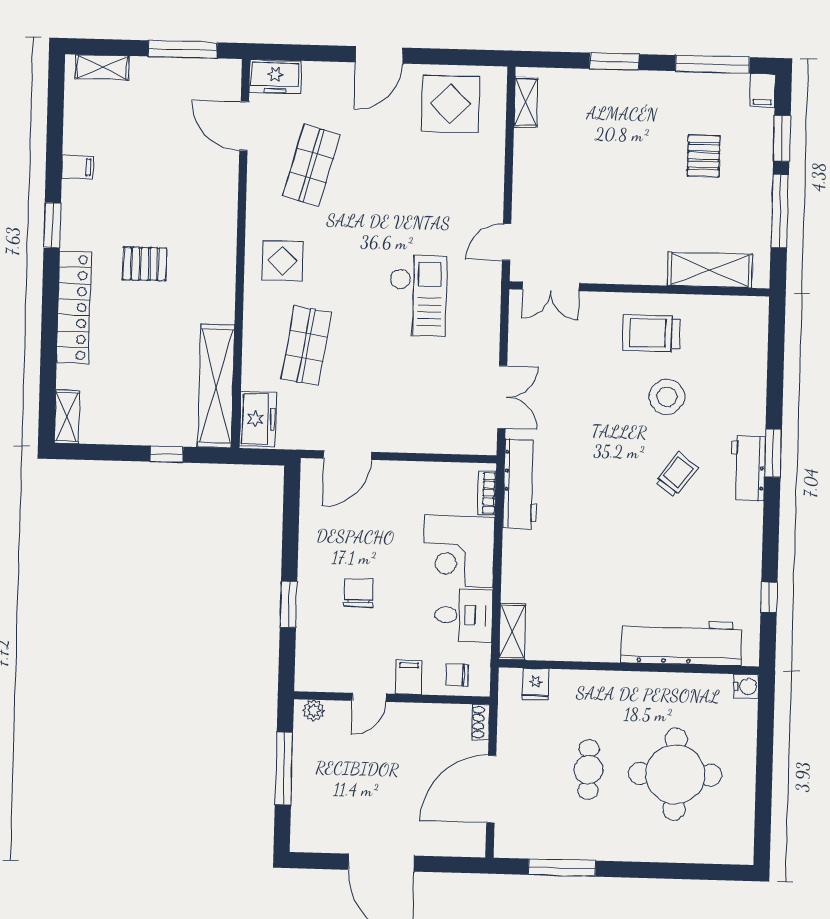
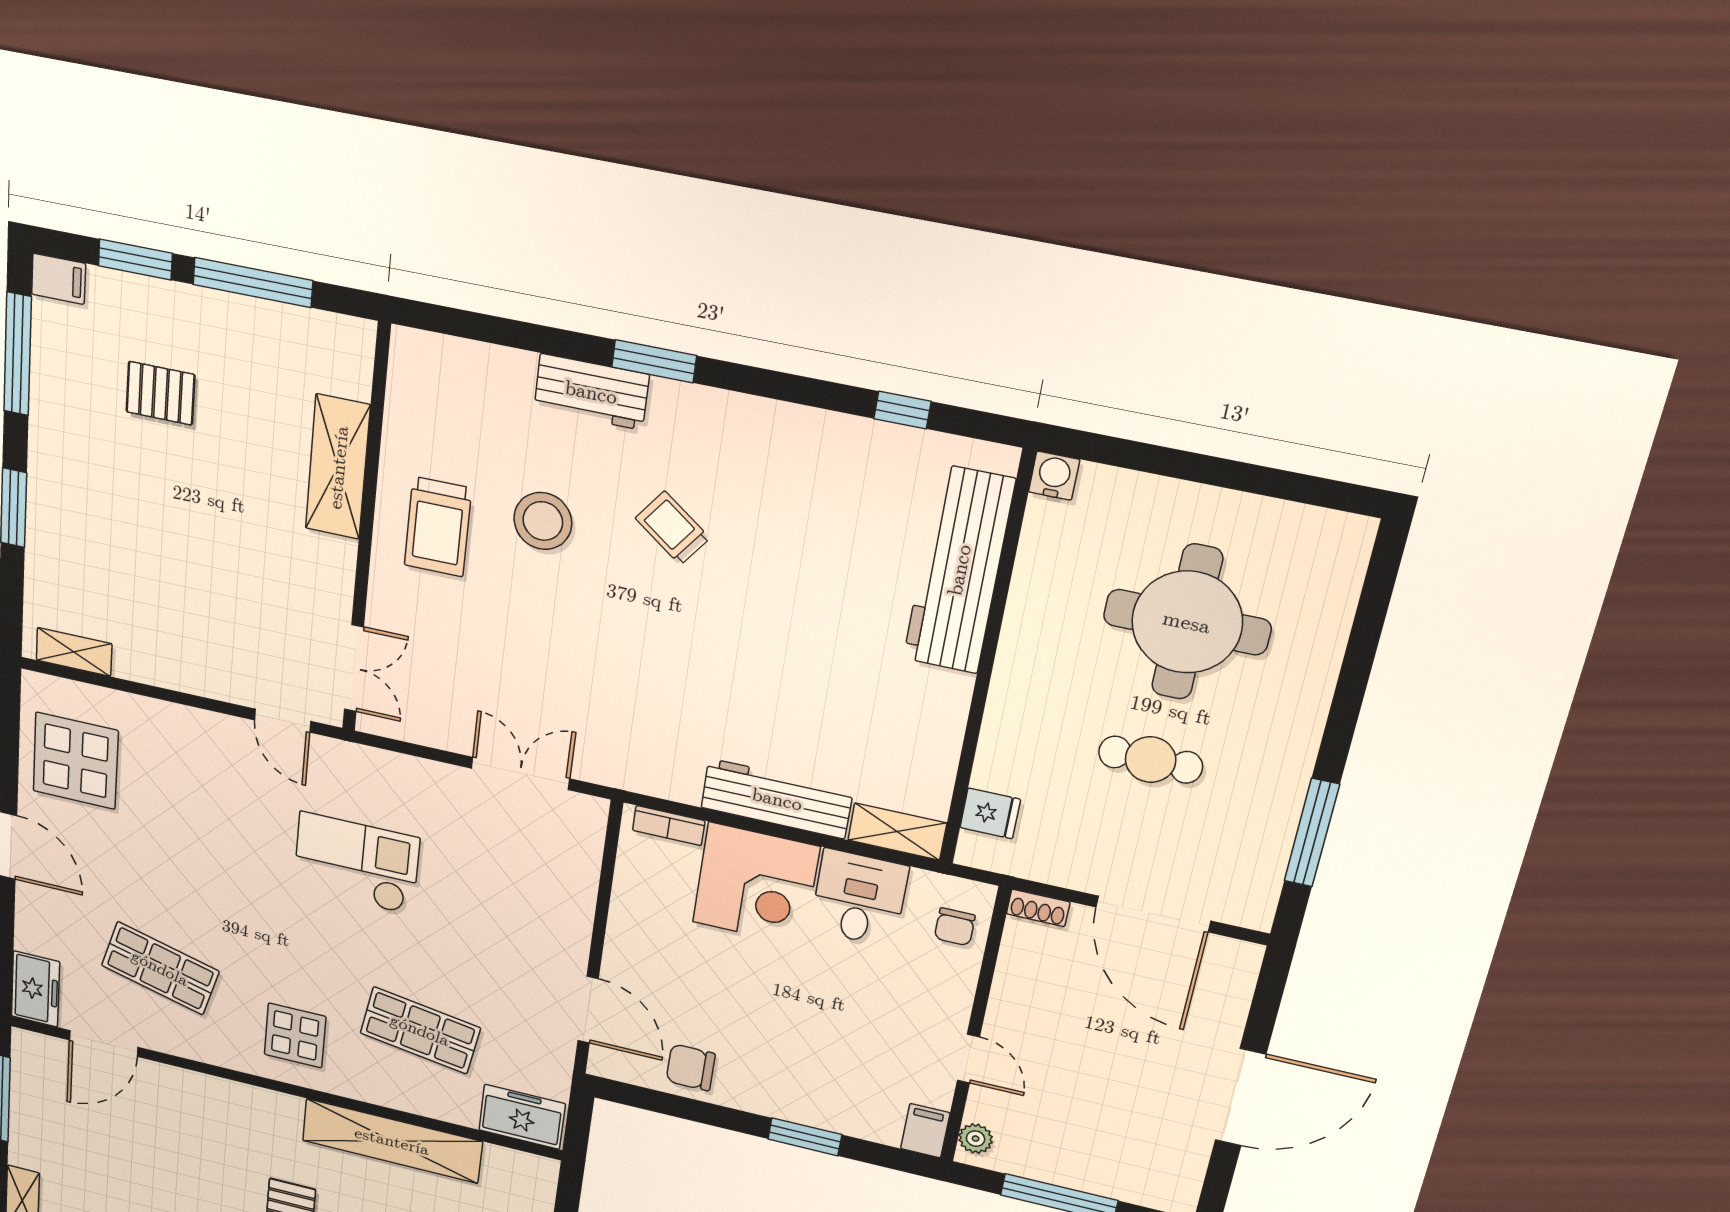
shelving: (710, 270) -> (338, 467), moved
shelving: (216, 386) -> (392, 1141), moved
workbench: (748, 468) -> (591, 392), moved
workbench: (521, 484) -> (777, 799), moved
chair: (359, 593) -> (691, 1067), moved
filing cabinet: (409, 677) -> (925, 1131), moved, turned 90

